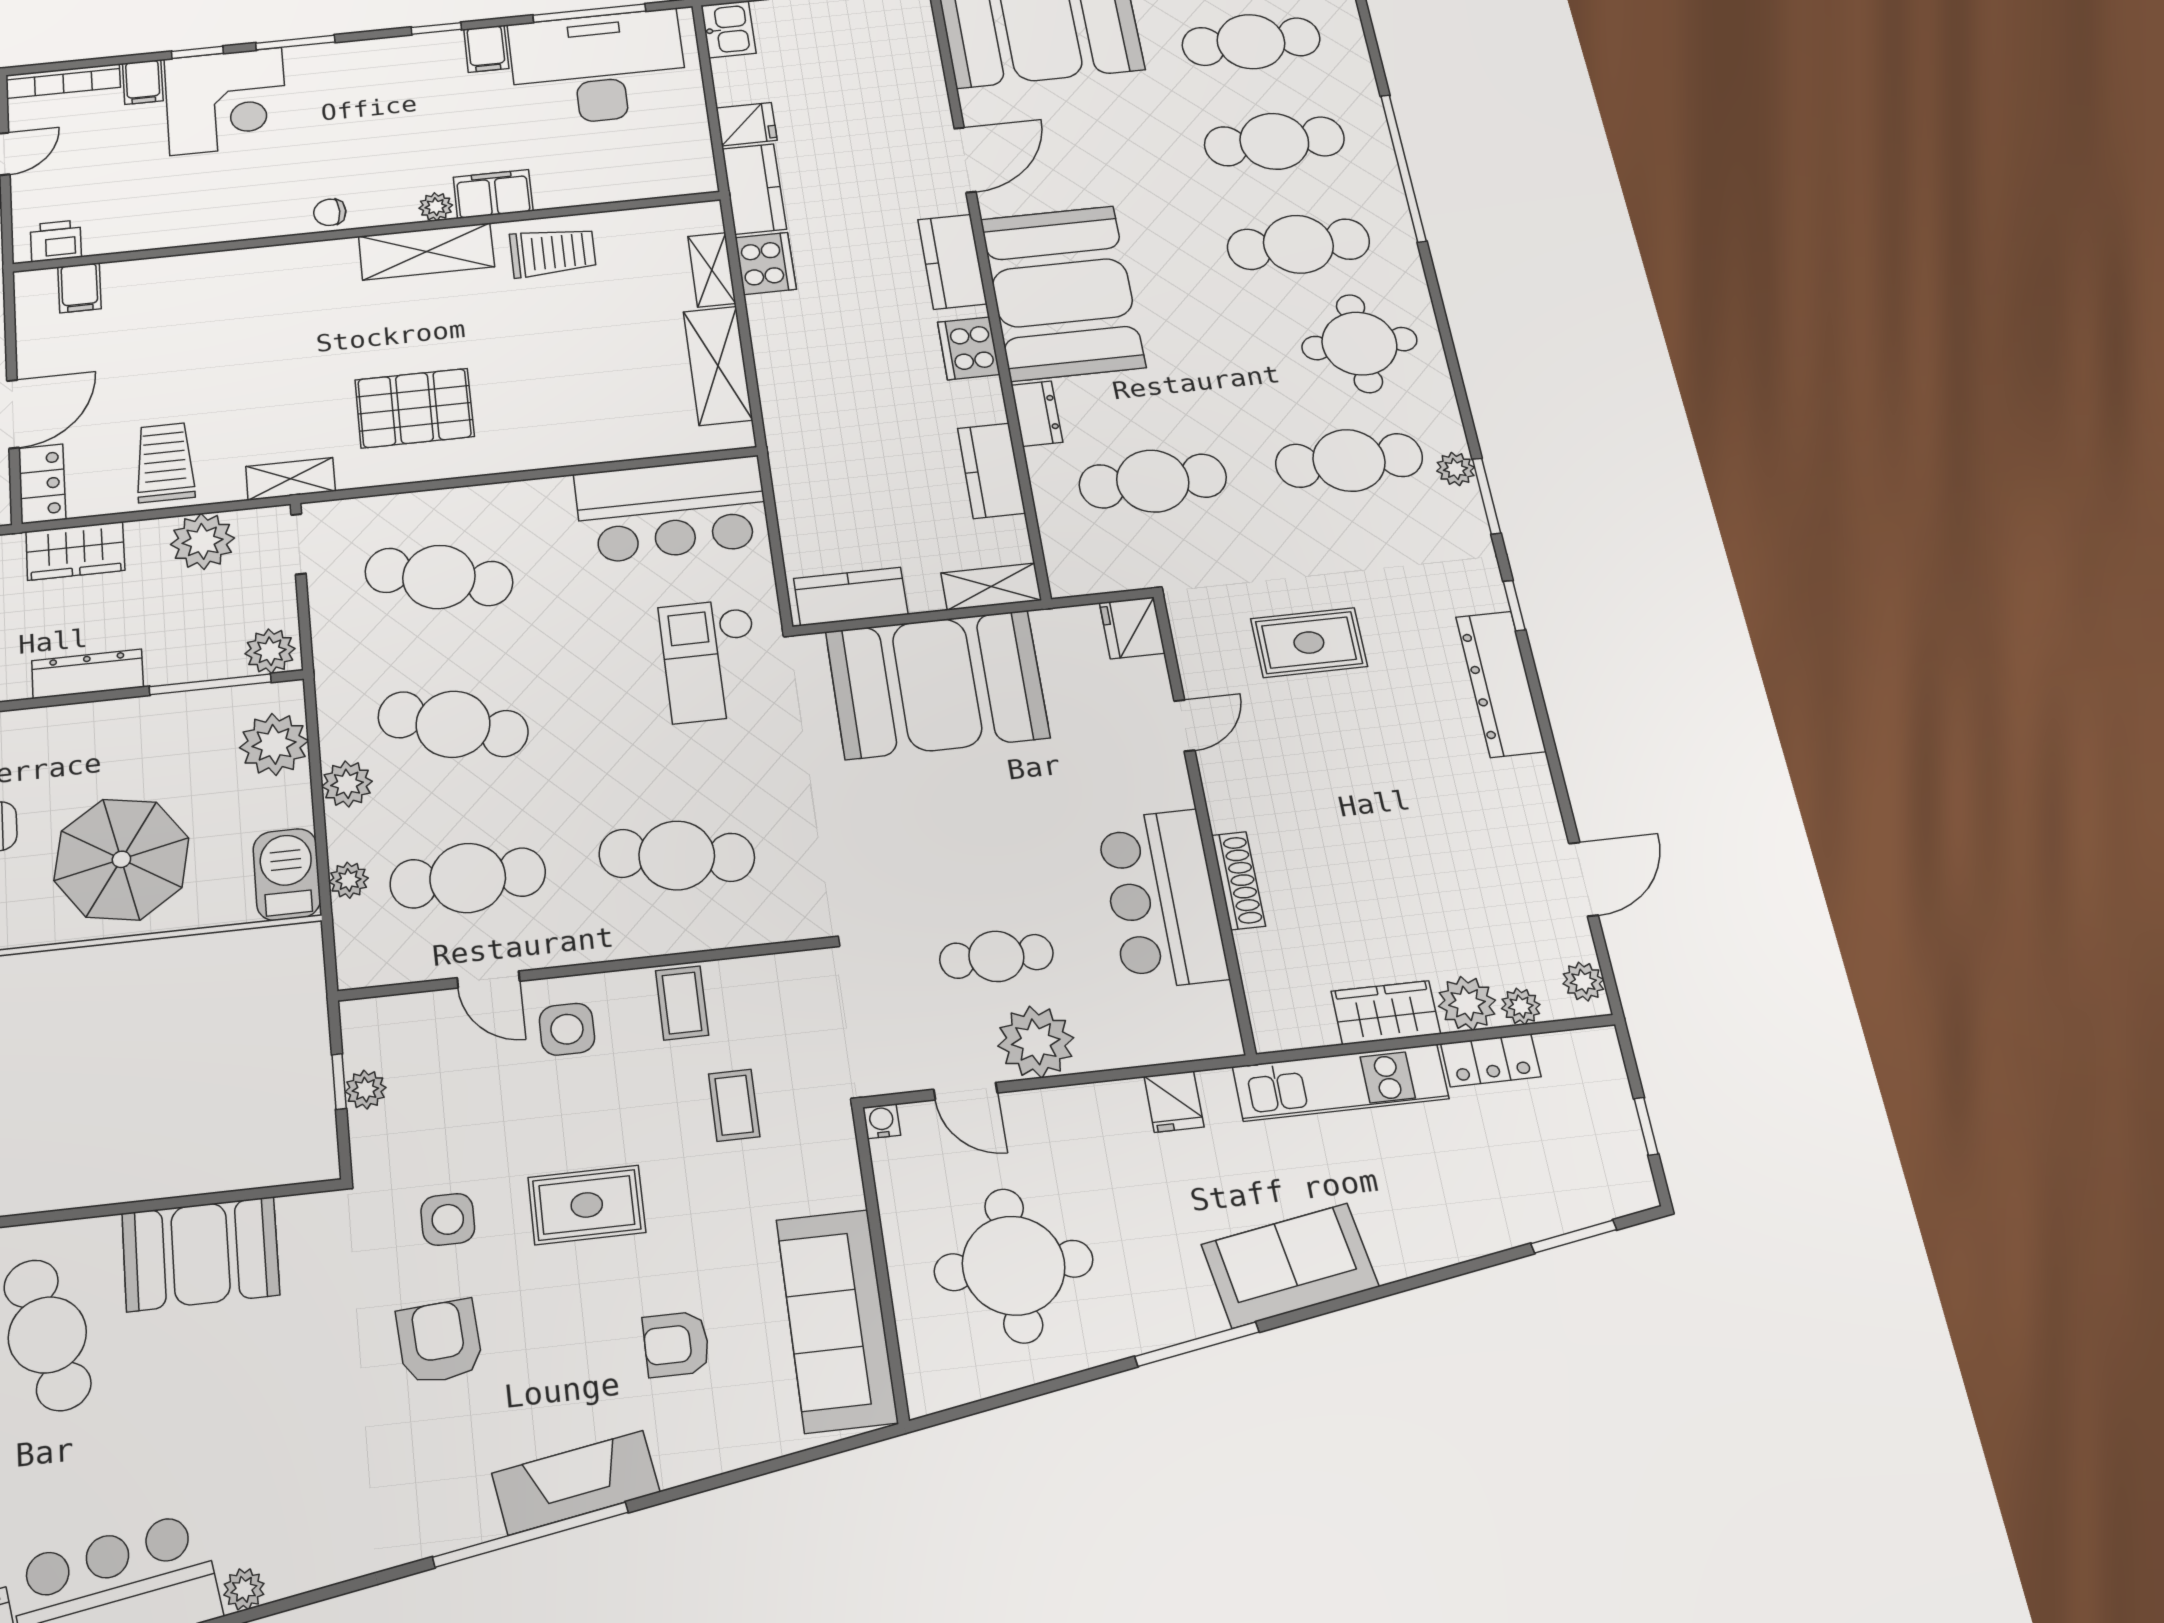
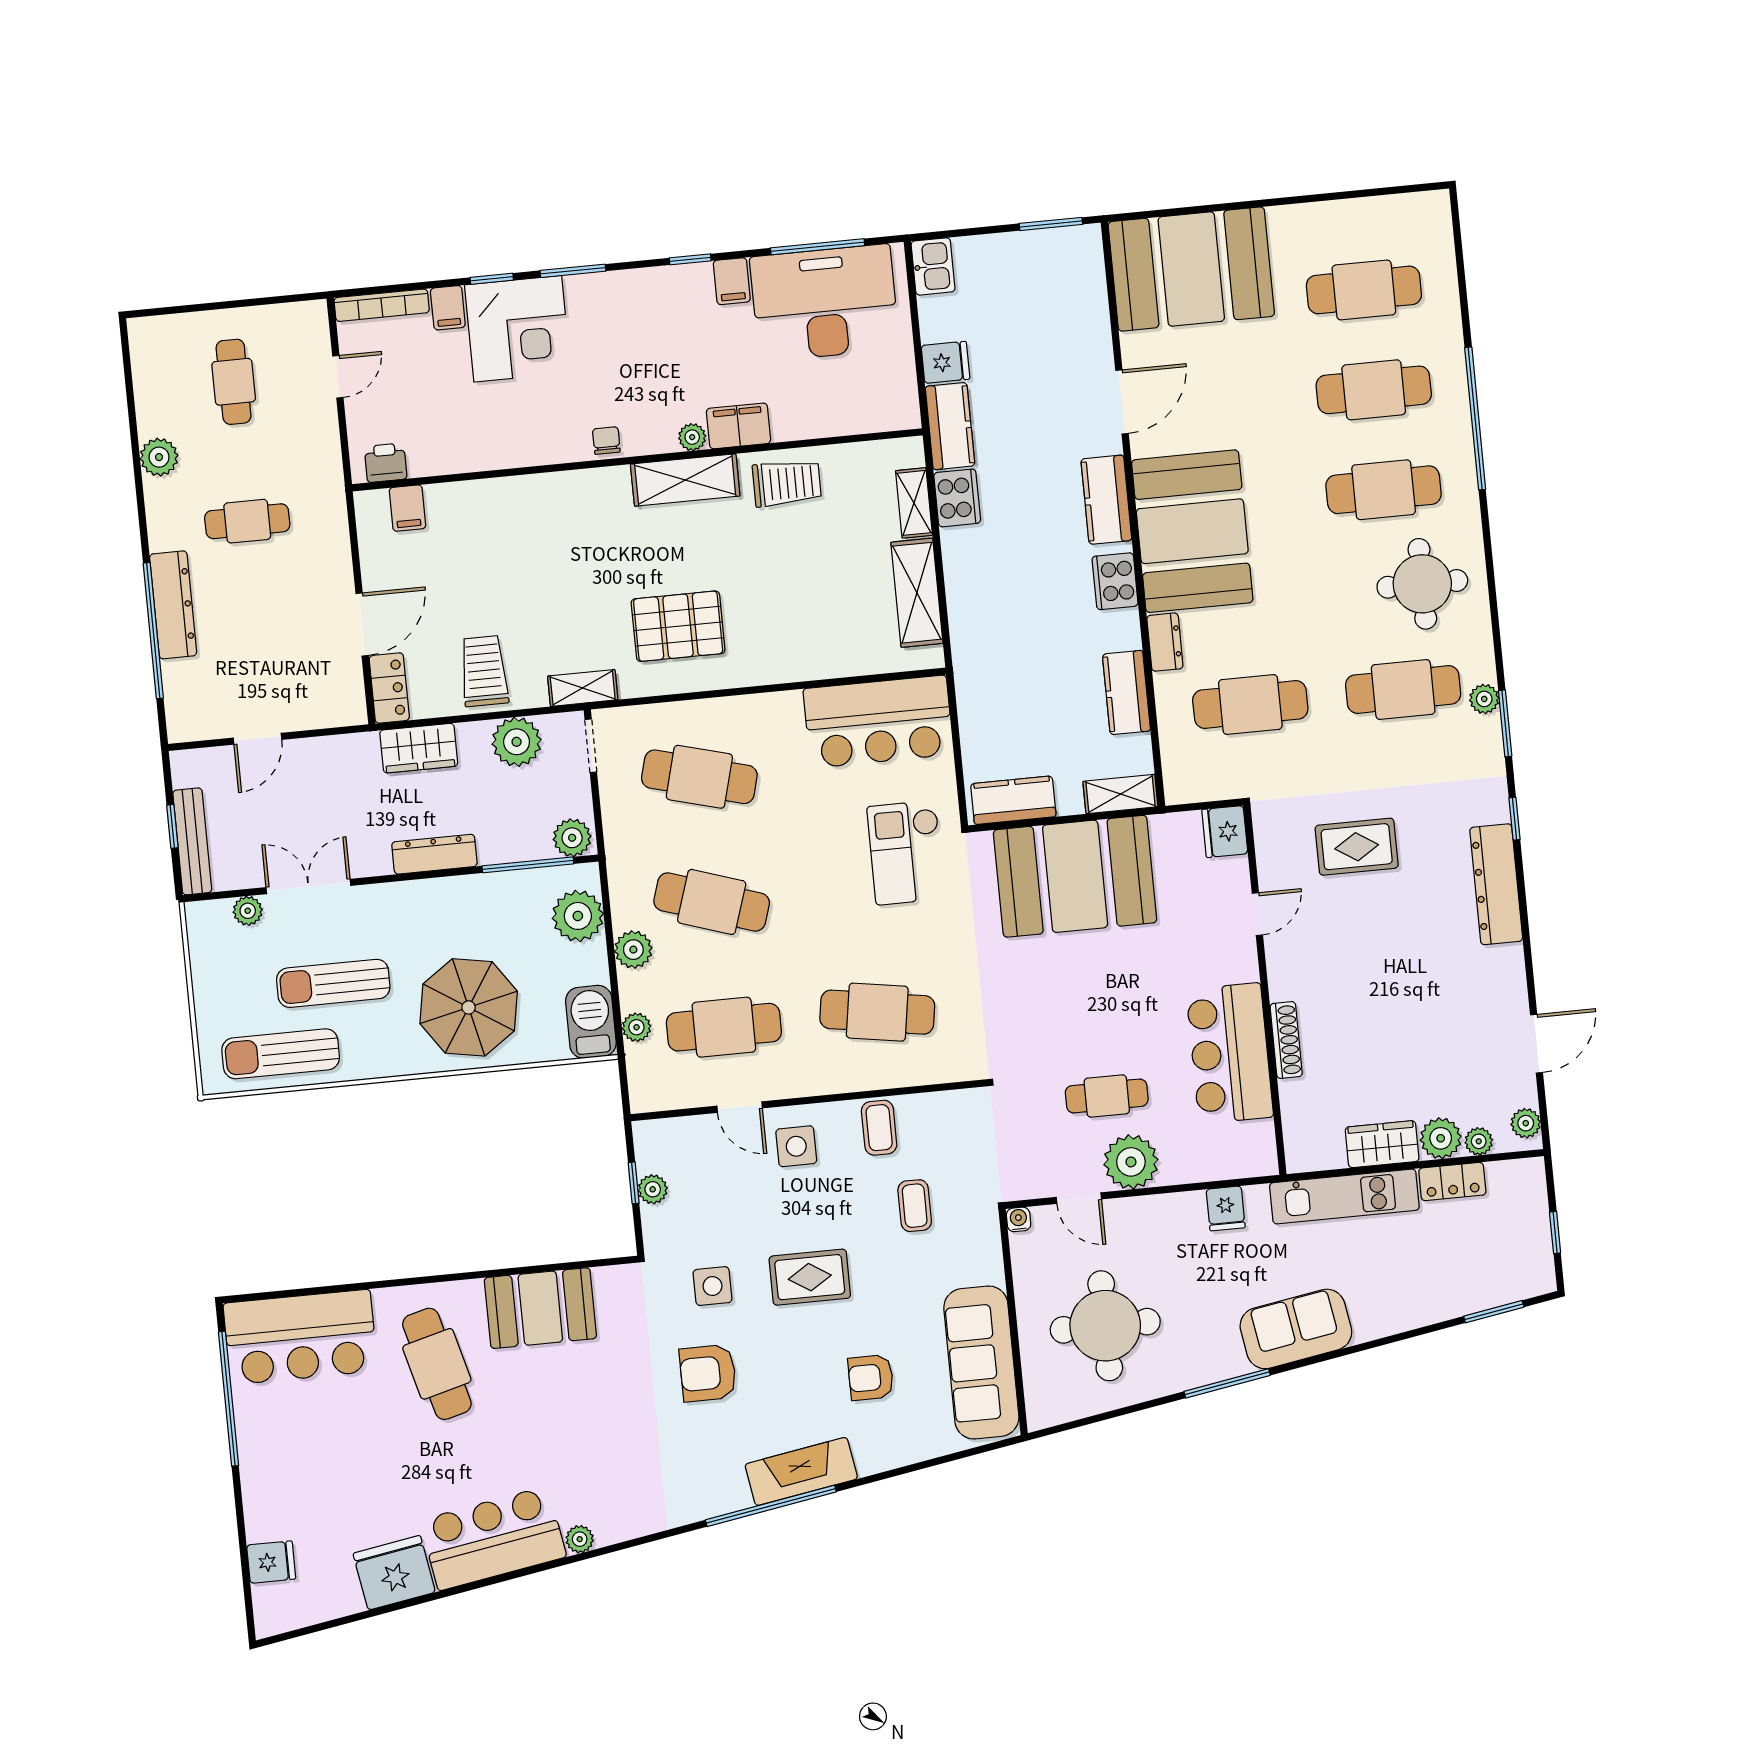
chair: (330, 212) -> (606, 440), turned 90
armchair: (439, 1342) -> (708, 1373), turned -86

